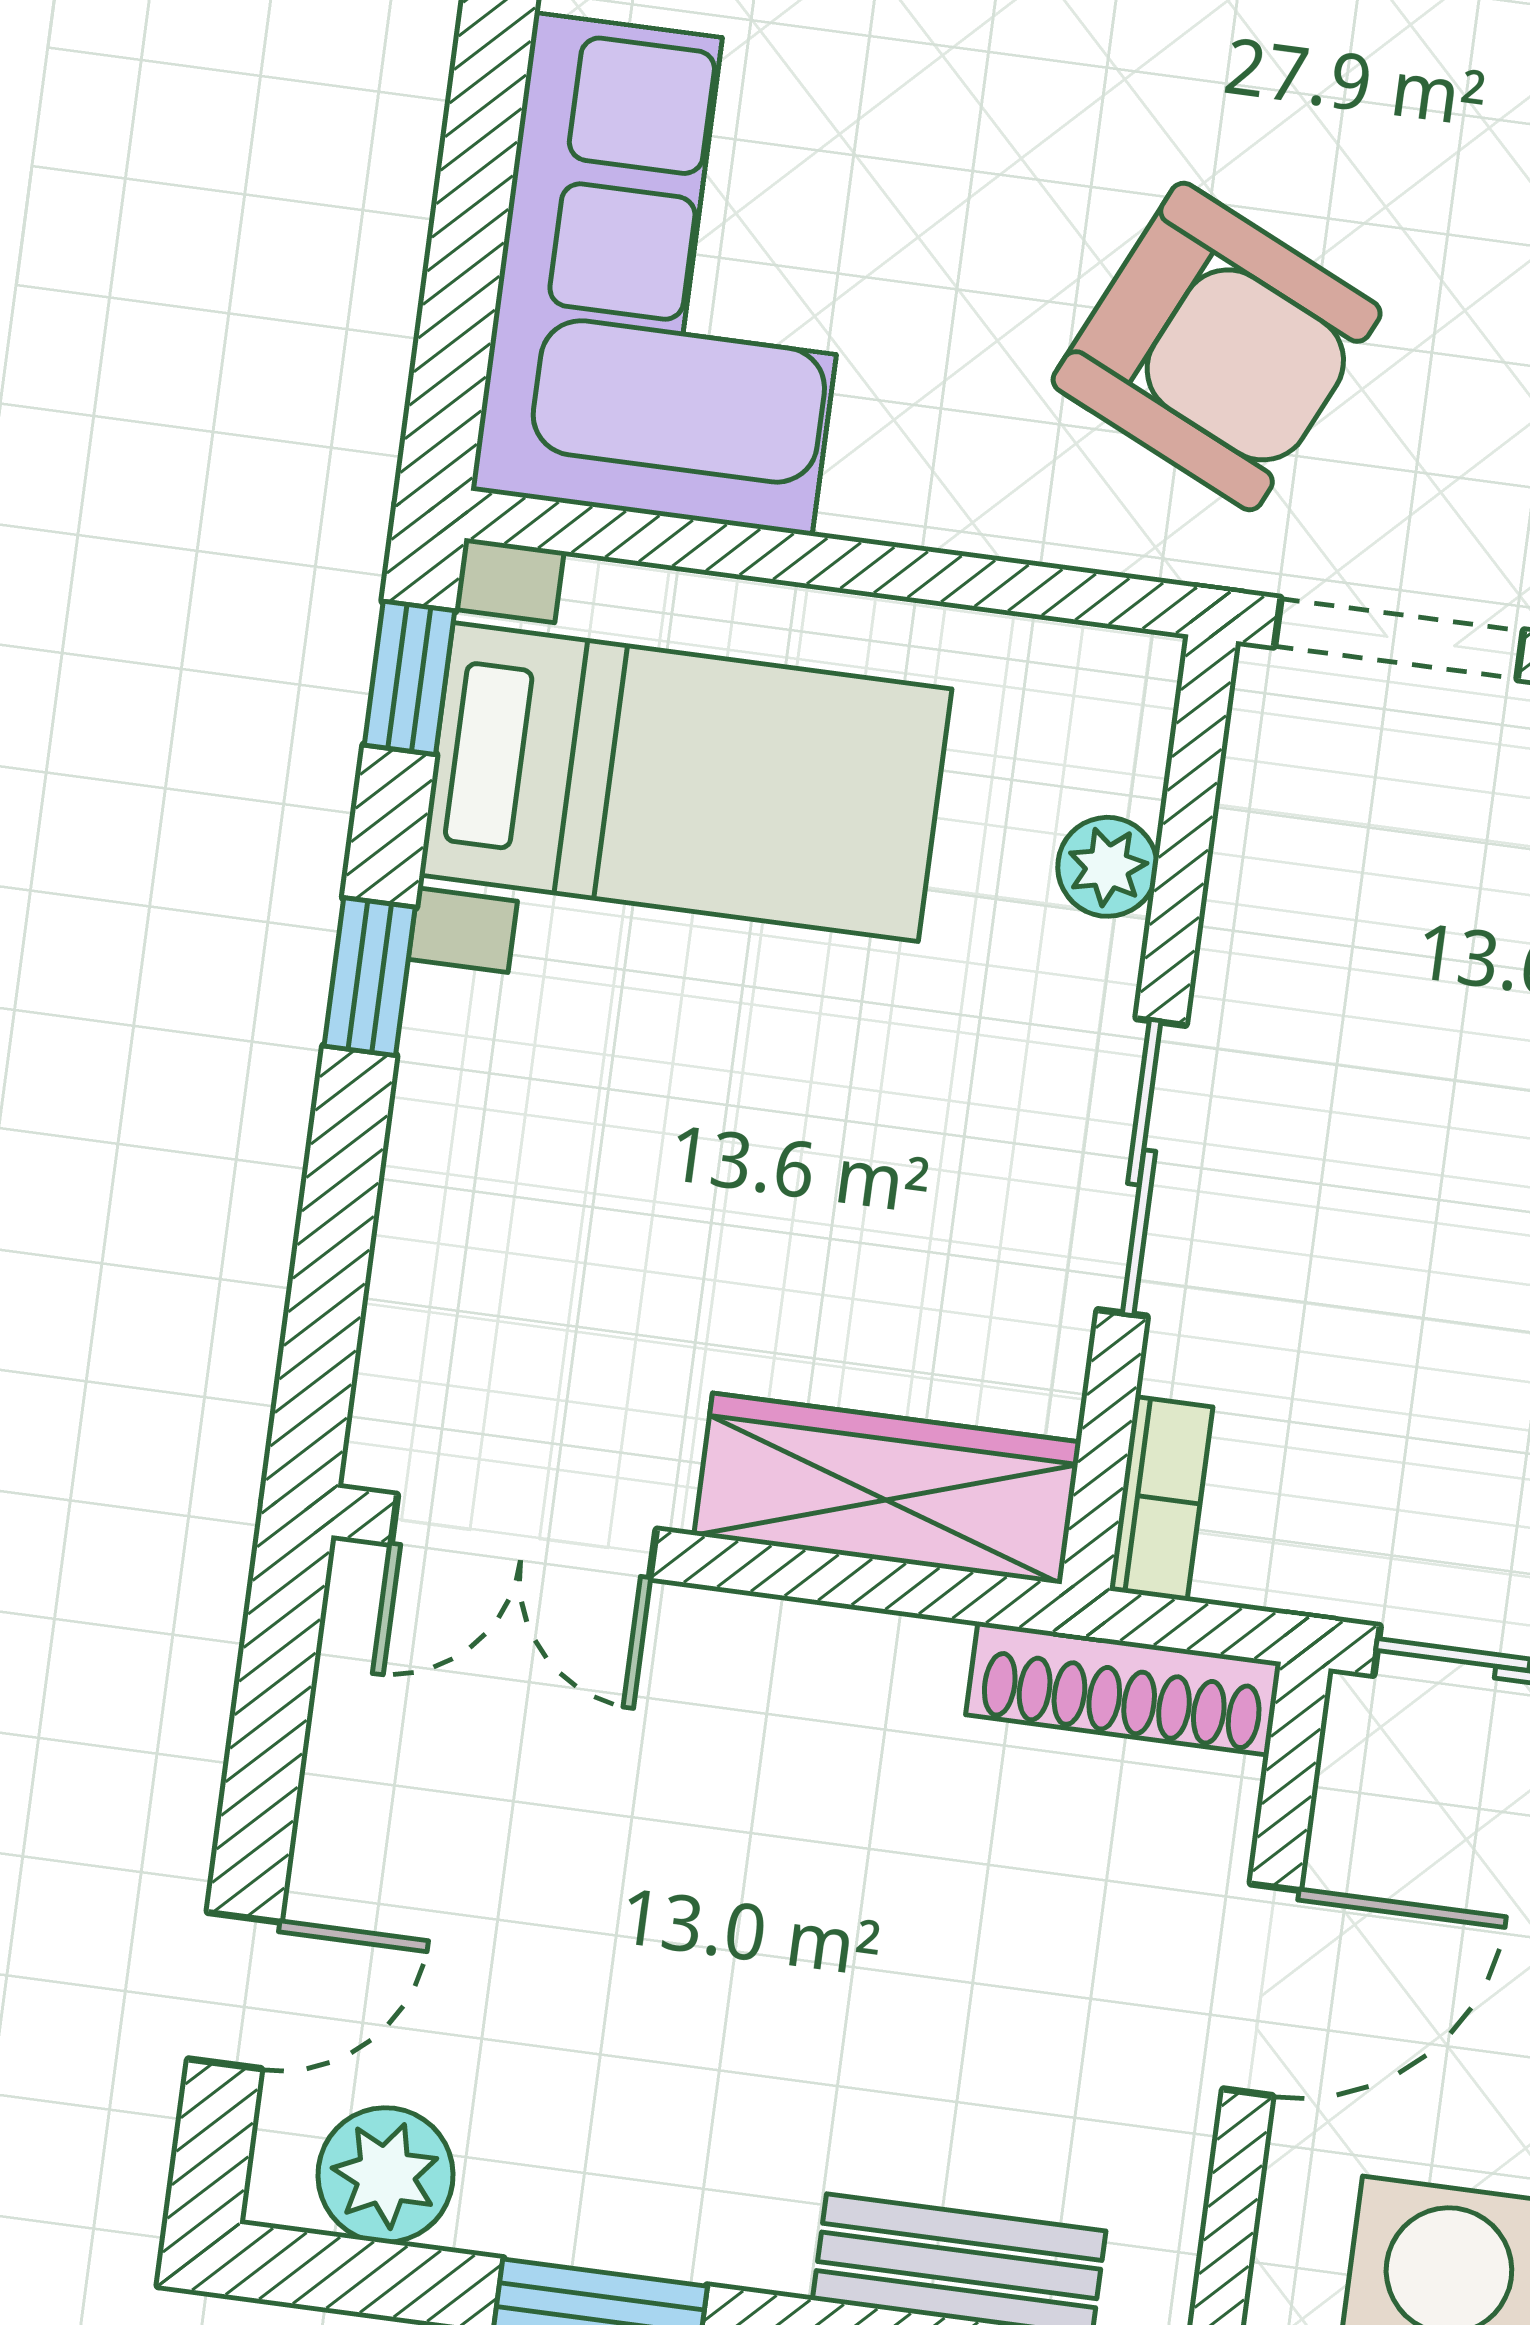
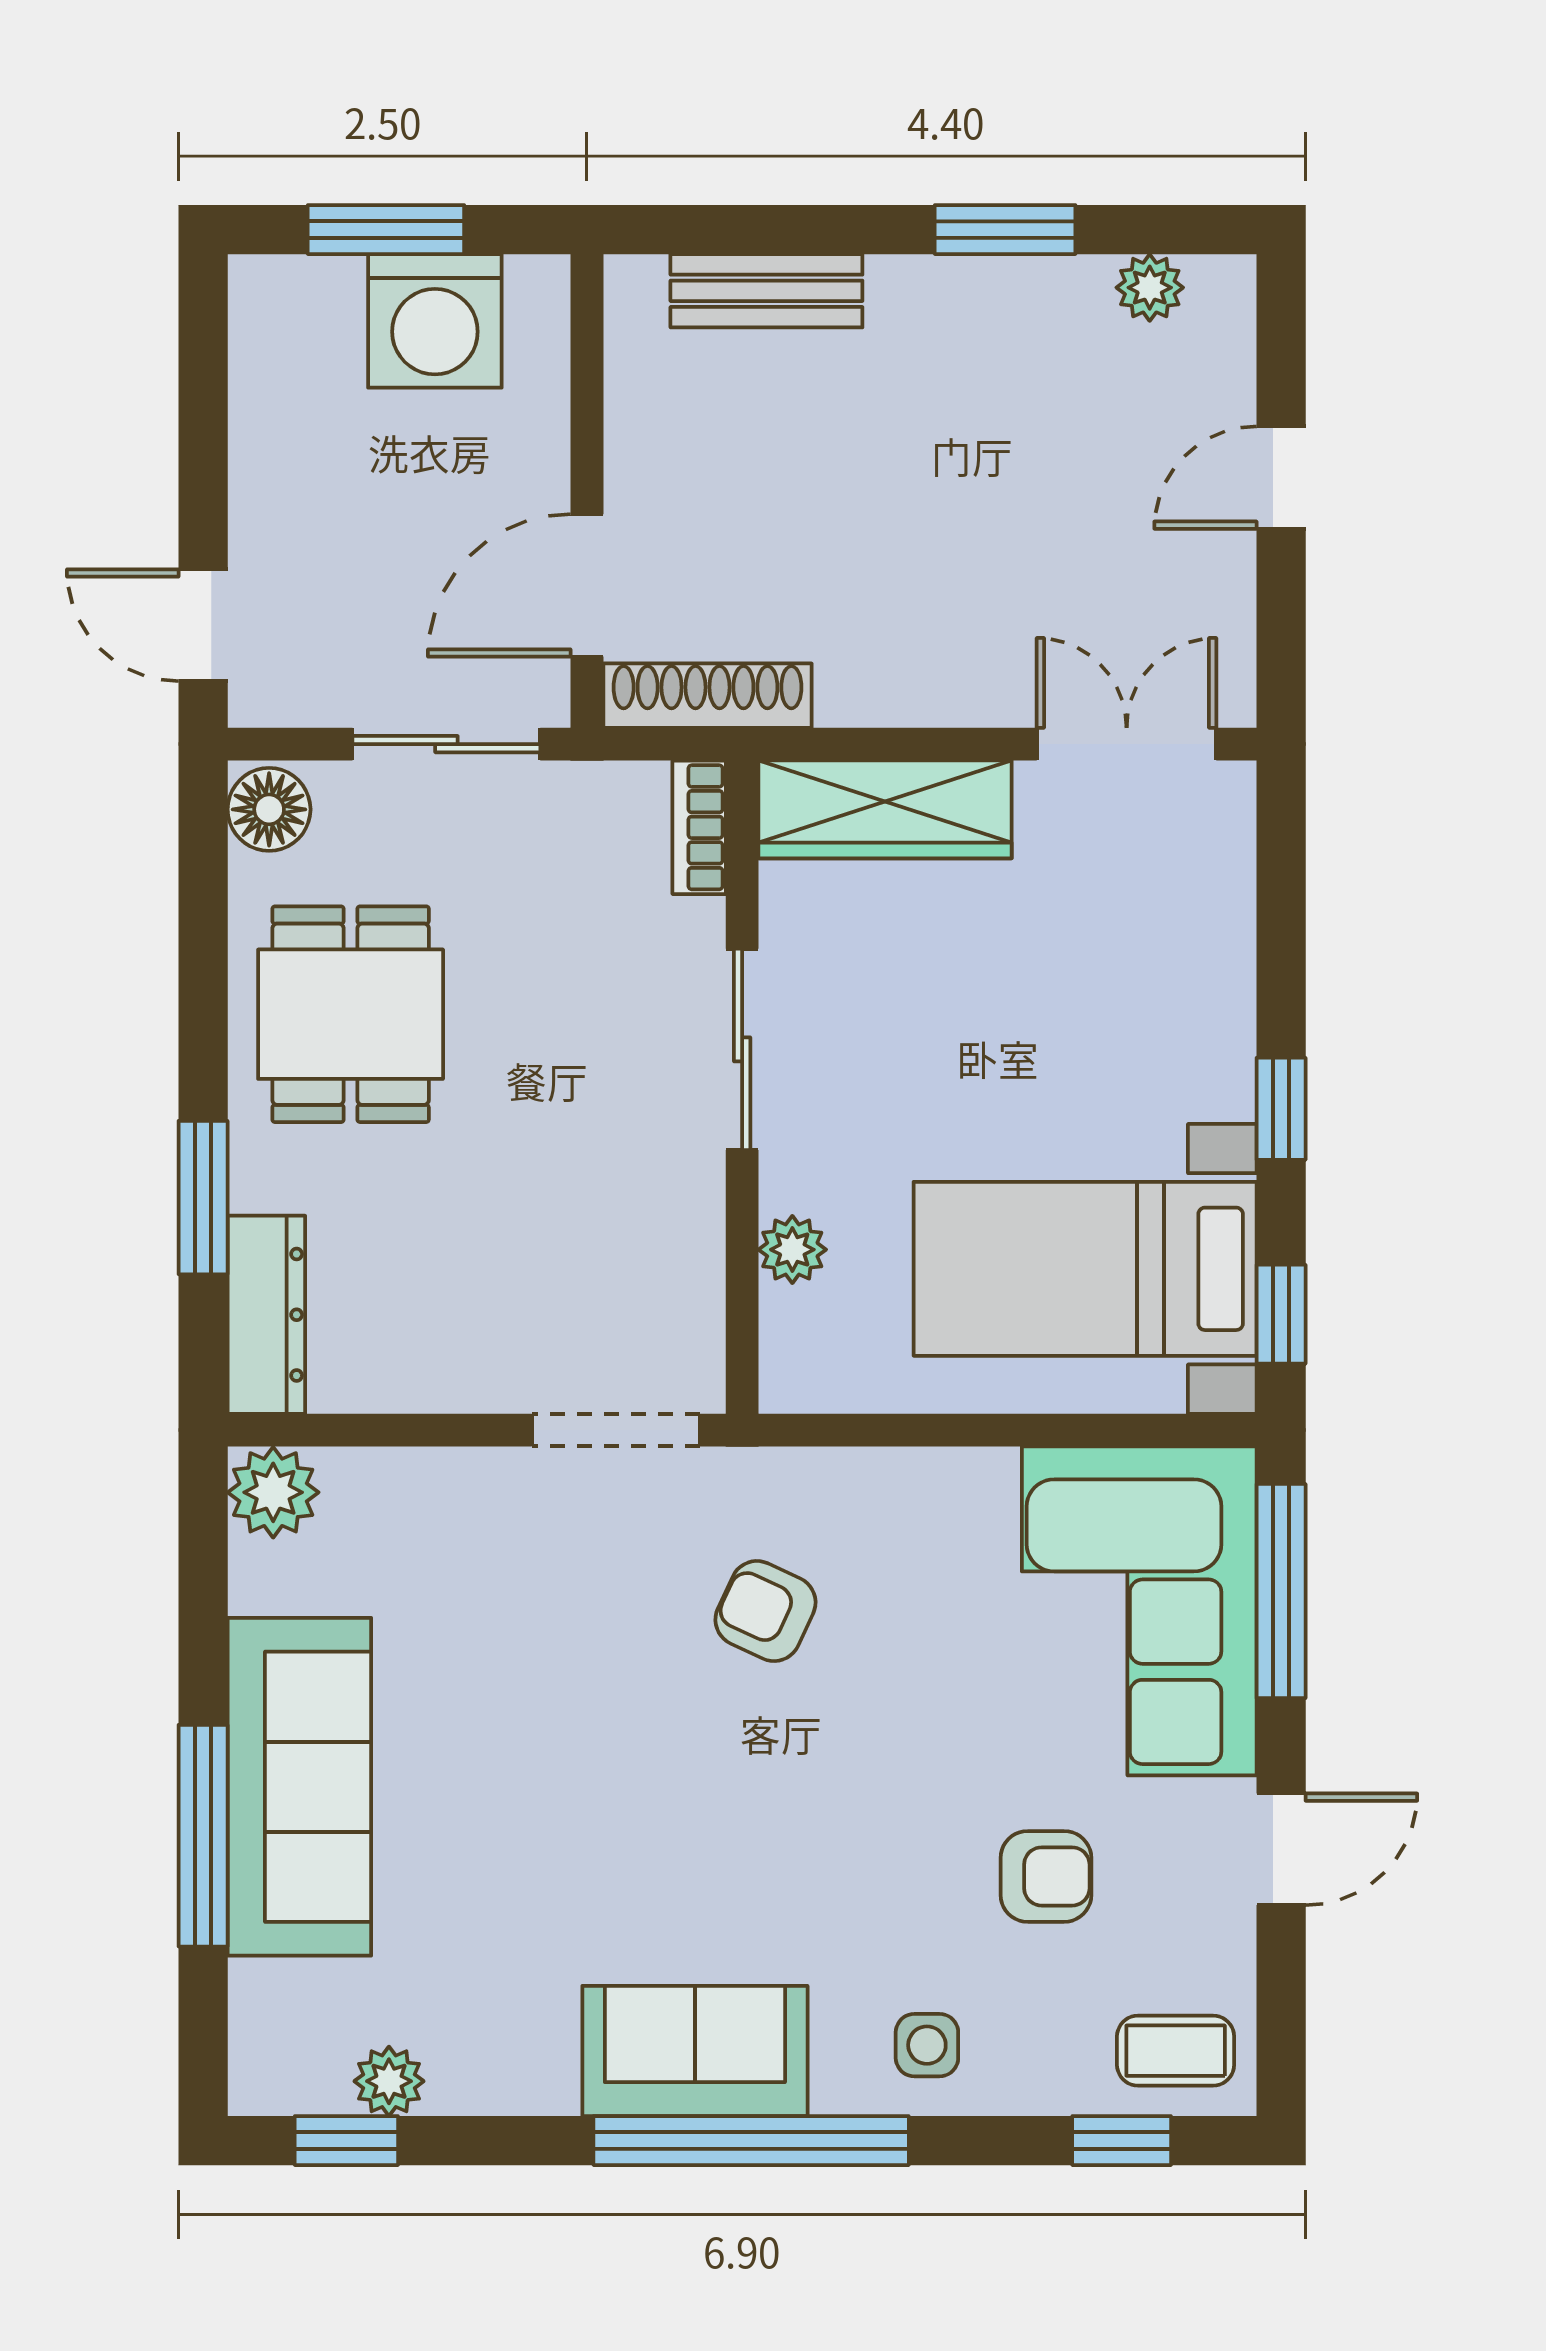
window: (463, 275) -> (1281, 1591), added
armchair: (1217, 346) -> (765, 1611), width x0.53, depth x0.53
door: (1261, 1990) -> (587, 585), moved
door: (234, 1991) -> (1281, 478), moved
plant: (385, 2175) -> (1150, 288), width x0.73, depth x0.73

